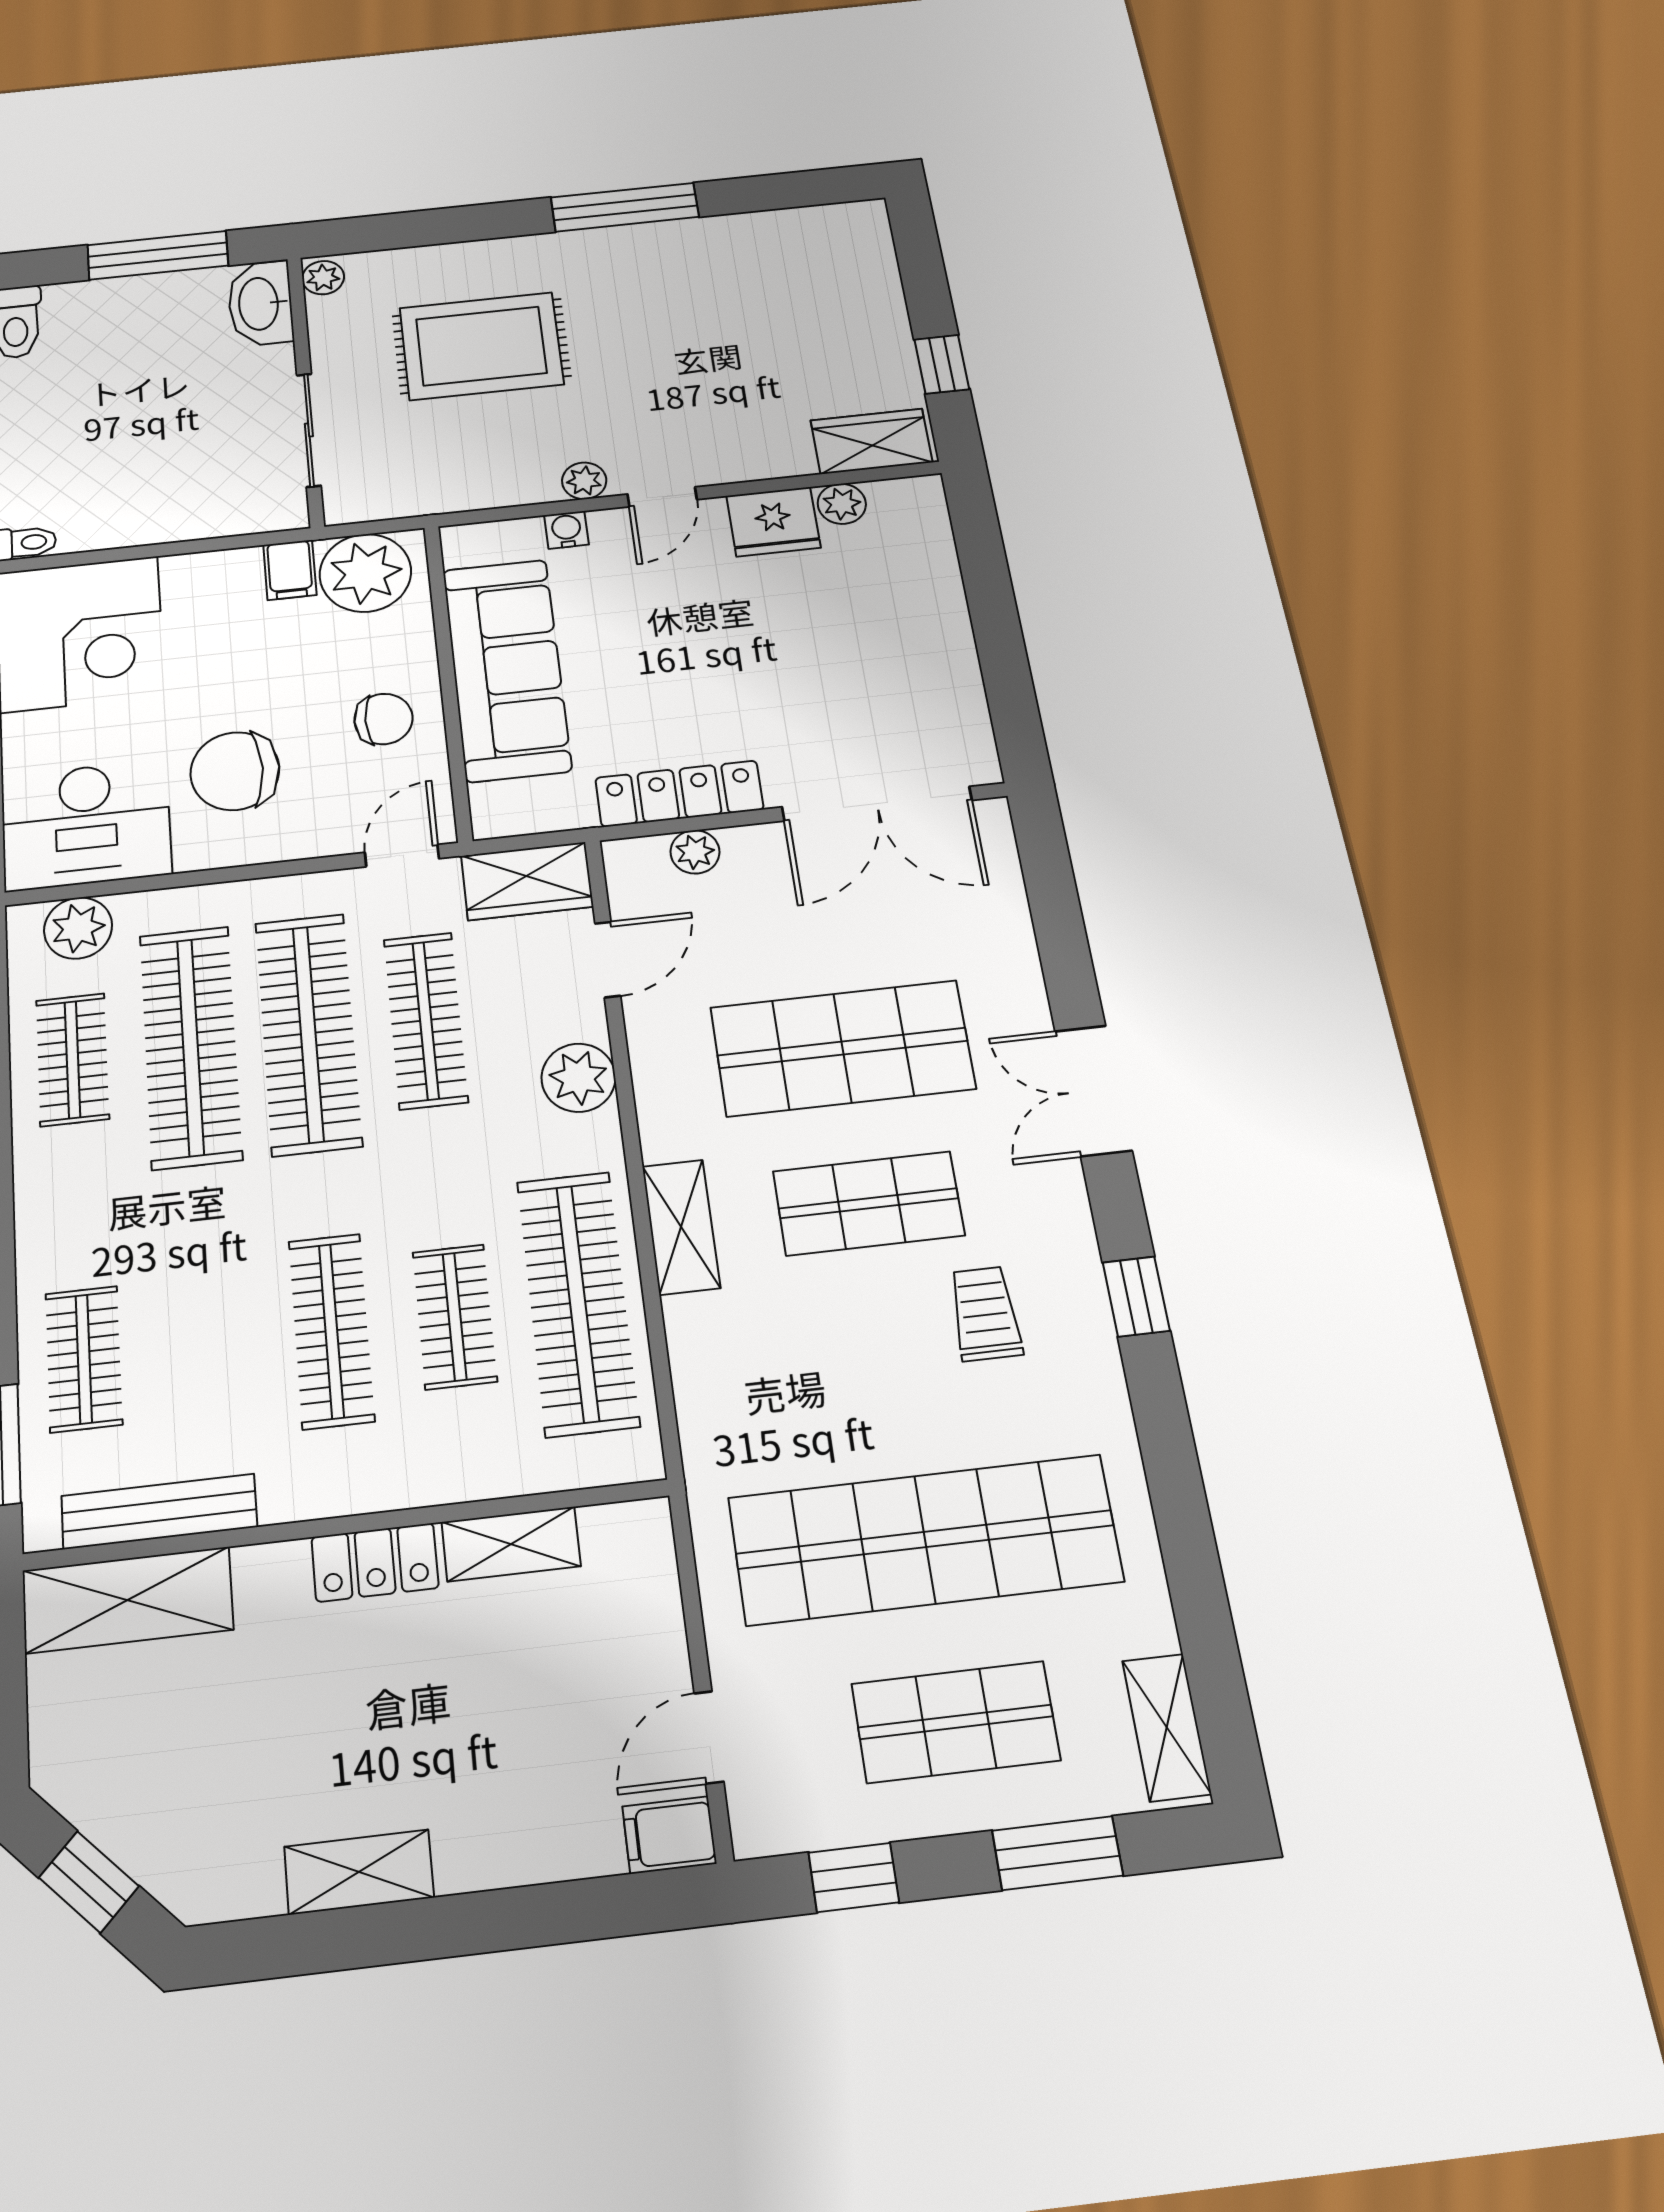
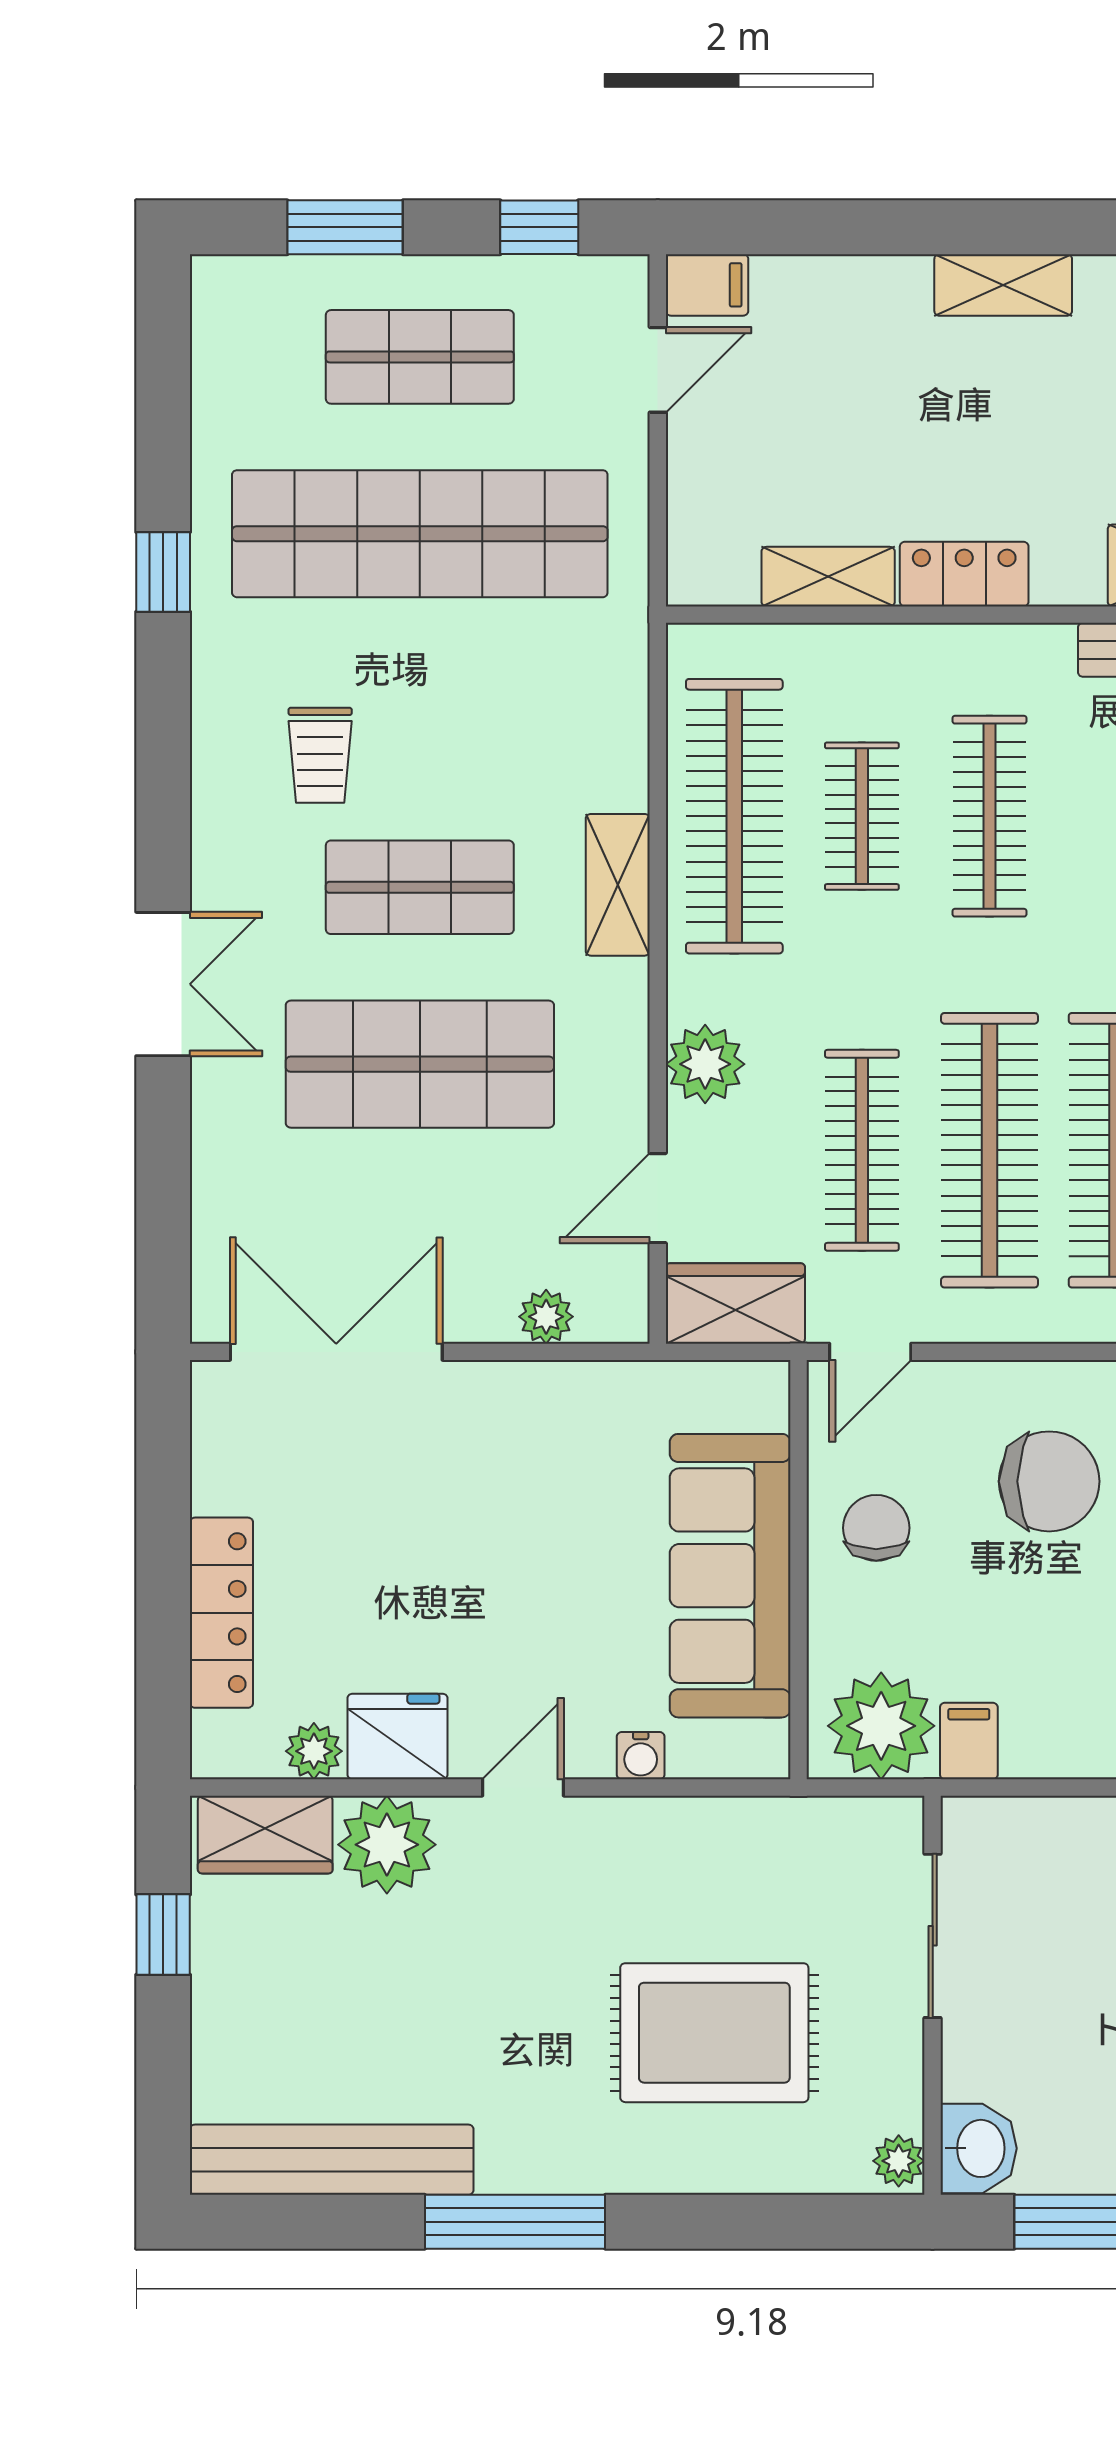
bench: (777, 231) -> (332, 2160), added
washbasin: (260, 304) -> (979, 2148), width x0.72
plant: (584, 481) -> (387, 1845), moved, width x1.87, depth x1.87
chair: (384, 719) -> (876, 1528), turned 90
locker: (679, 794) -> (221, 1613), moved, turned -90
window: (1136, 1296) -> (163, 572), moved
shelving: (1167, 1727) -> (220, 329), removed

